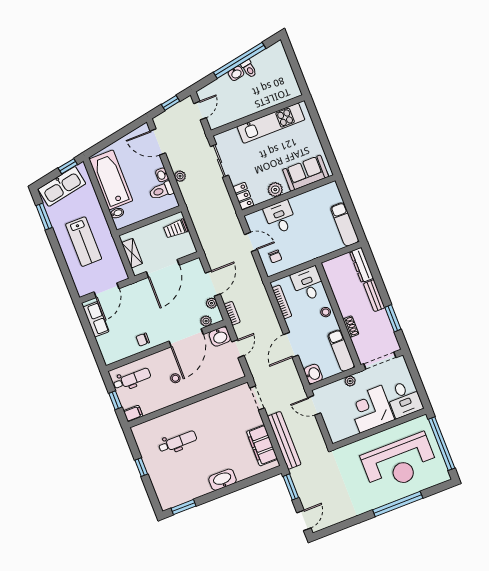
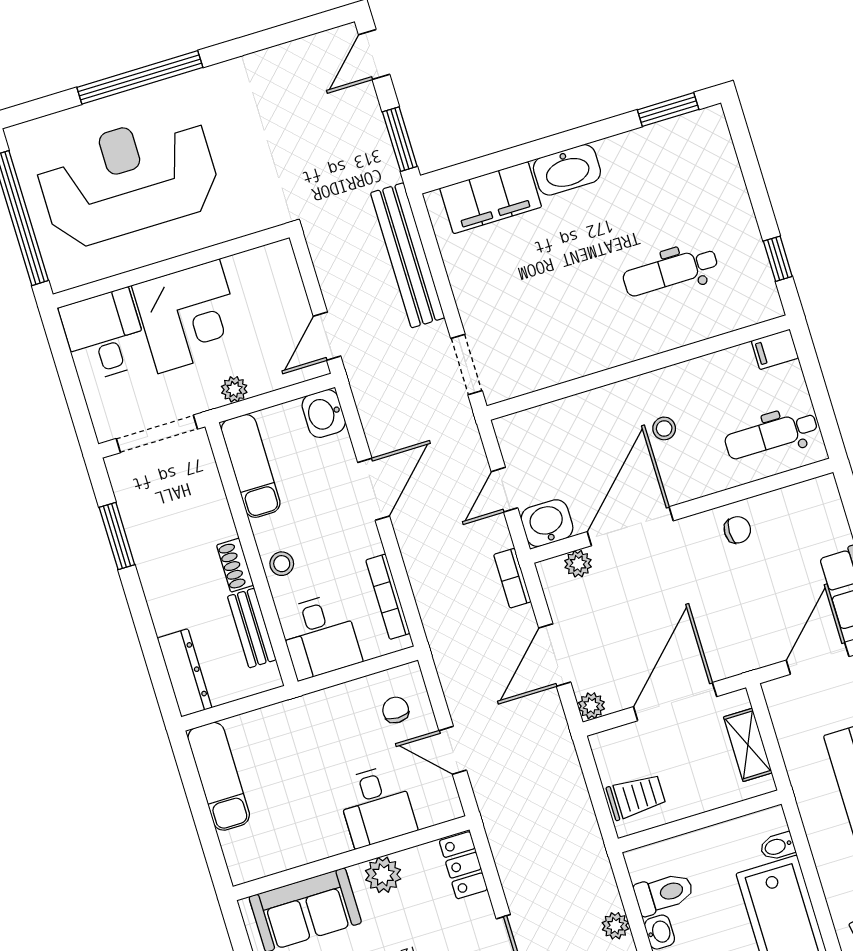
bench: (374, 296) -> (252, 628), moved
plant: (211, 303) -> (591, 706), moved
shoe rack: (351, 327) -> (235, 565), moved
window: (115, 400) -> (816, 385), removed
door: (314, 405) -> (327, 336), swing flipped
filing cabinet: (262, 445) -> (491, 198), moved, turned 90
window: (141, 467) -> (778, 259), moved

